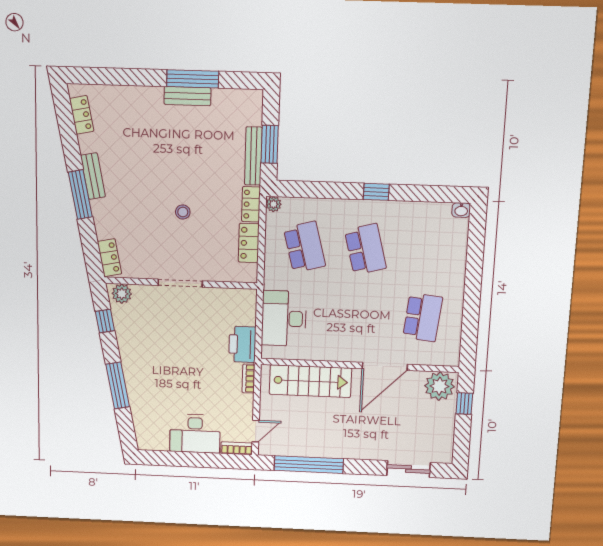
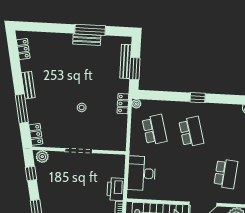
bench: (253, 156) -> (126, 61), moved
window: (80, 195) -> (22, 109), moved
locker: (249, 243) -> (121, 127), removed

